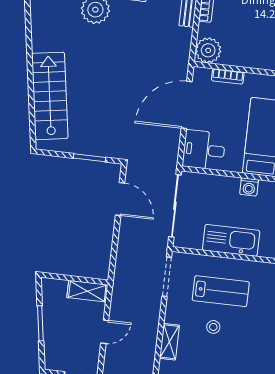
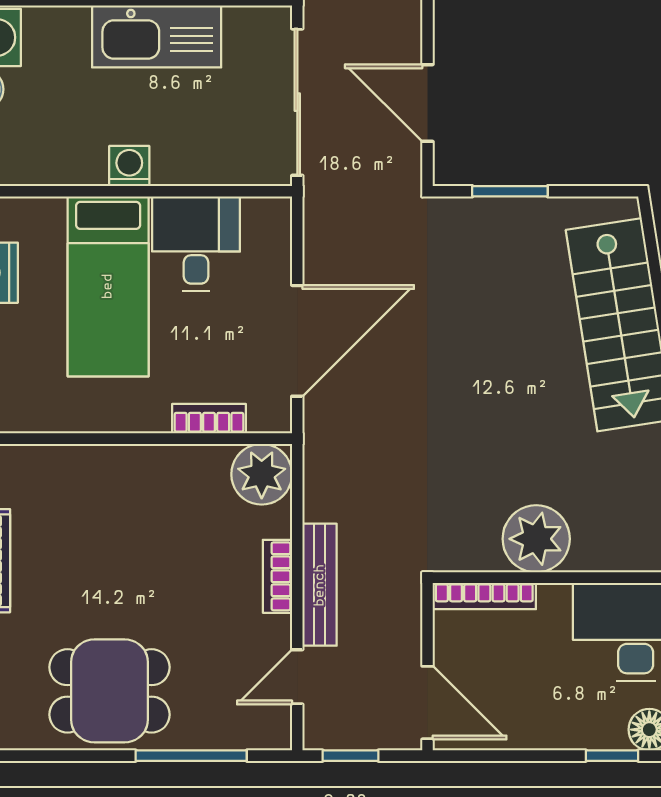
desk: (204, 150) -> (196, 244), moved, turned -90

